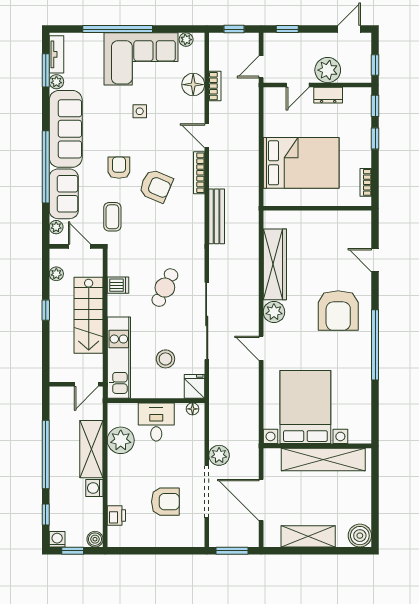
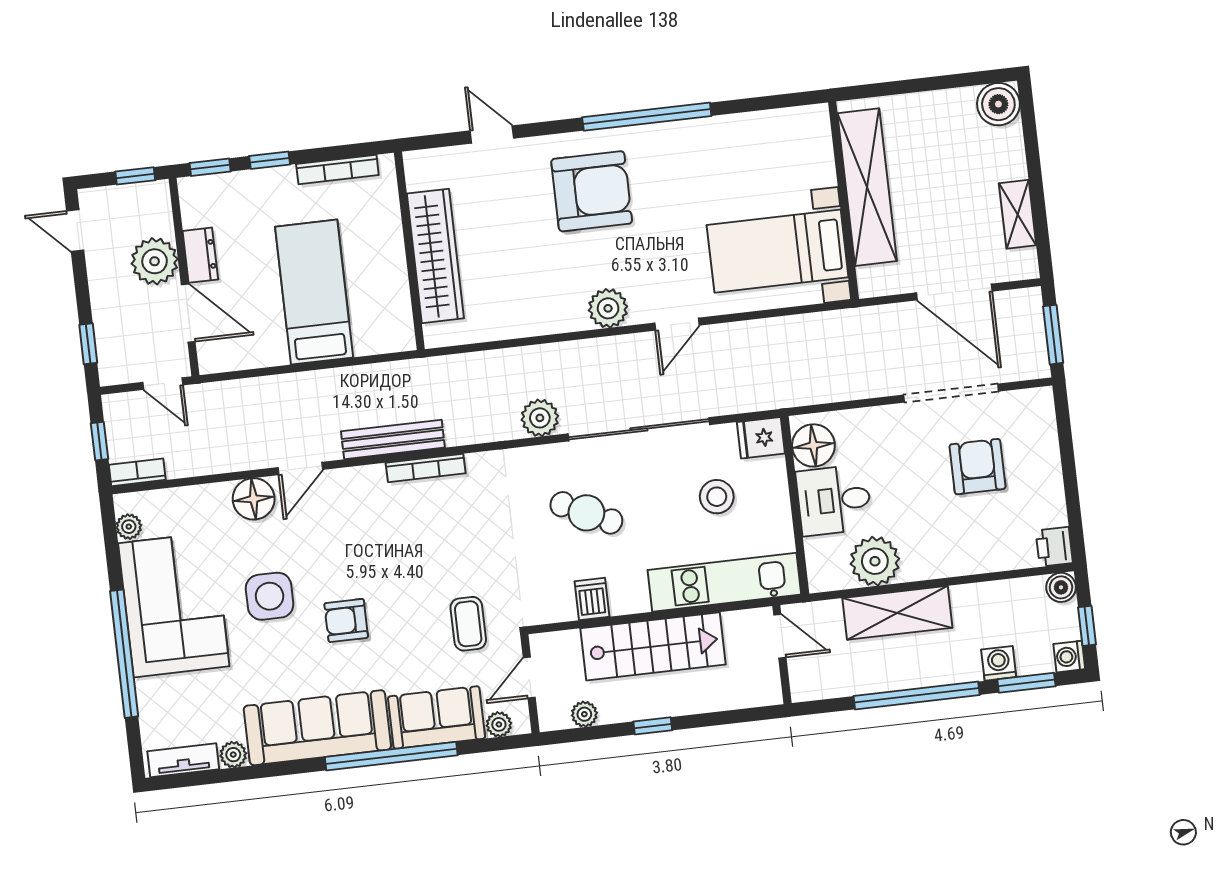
window: (46, 70) -> (215, 777), removed
floor lamp: (193, 85) -> (254, 499), moved
door: (298, 85) -> (188, 313), width x1.38
bookcase: (215, 86) -> (137, 472), moved
side table: (140, 111) -> (270, 596), width x1.87, depth x1.87
bed: (301, 163) -> (314, 292), width x0.67
armchair: (119, 168) -> (346, 620), moved
bookcase: (199, 173) -> (426, 468), moved
bookcase: (366, 182) -> (337, 170), width x1.56
armchair: (156, 186) -> (403, 551), removed
bench: (217, 216) -> (393, 439), moved
coffee table: (112, 217) -> (468, 624), turned 90
door: (375, 260) -> (492, 135), swing flipped
wardrobe: (275, 264) -> (435, 256), moved, turned 90
bed with nightstands: (305, 407) -> (778, 251), width x0.73
floor lamp: (193, 409) -> (813, 445), width x1.89, depth x1.89
plant: (219, 455) -> (540, 418), moved
washing machine: (94, 488) -> (999, 663), moved, turned 180
door: (261, 500) -> (954, 292), hinge flipped
window: (46, 515) -> (1026, 683), width x1.50
printer: (116, 516) -> (1054, 547), moved, turned -90
shelving: (308, 536) -> (1018, 214), width x0.67, depth x0.75

